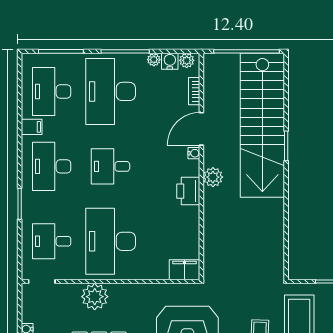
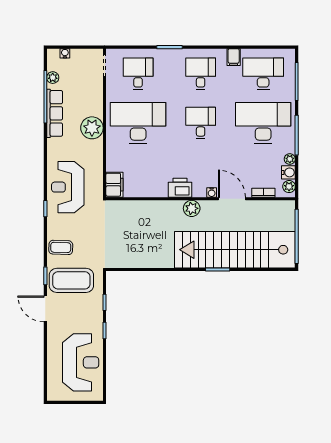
desk: (52, 166) -> (201, 74), width x0.73
plant: (95, 297) -> (92, 128), moved

